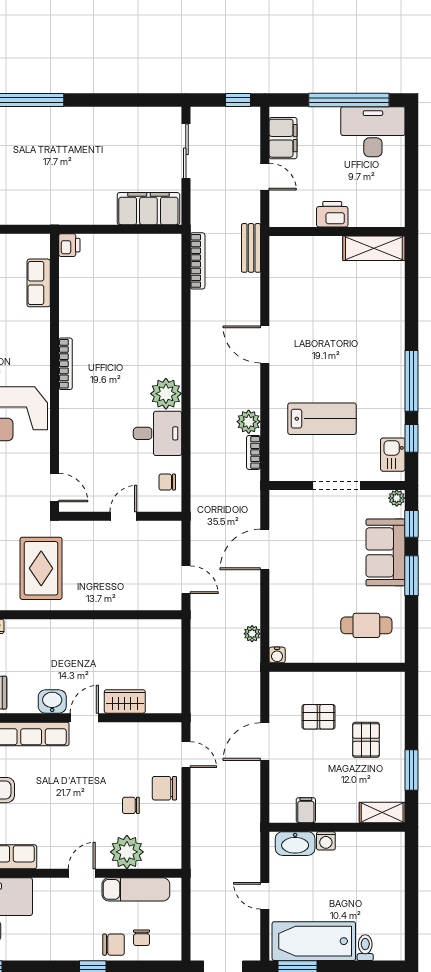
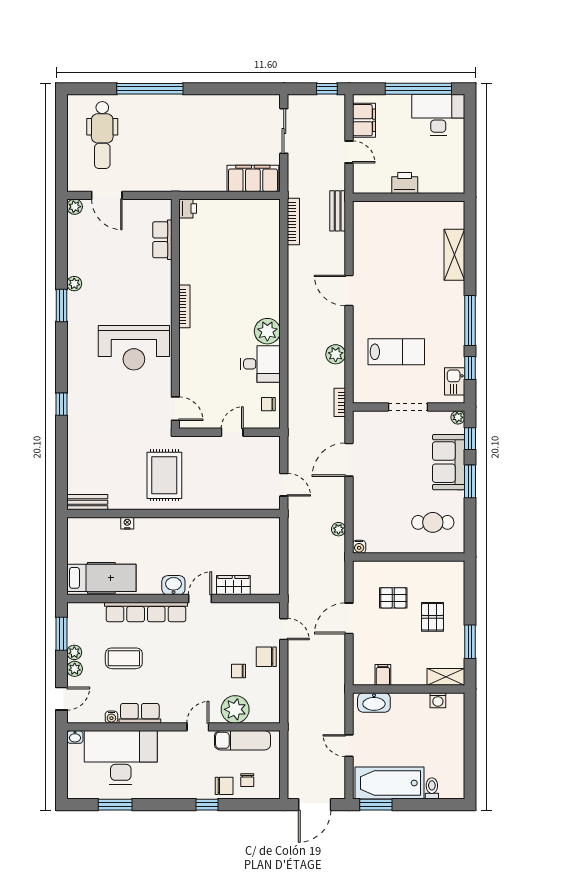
shelving: (374, 248) -> (454, 255), moved, turned 90
bookcase: (254, 452) -> (340, 402), moved
washing machine: (326, 841) -> (438, 700), moved

